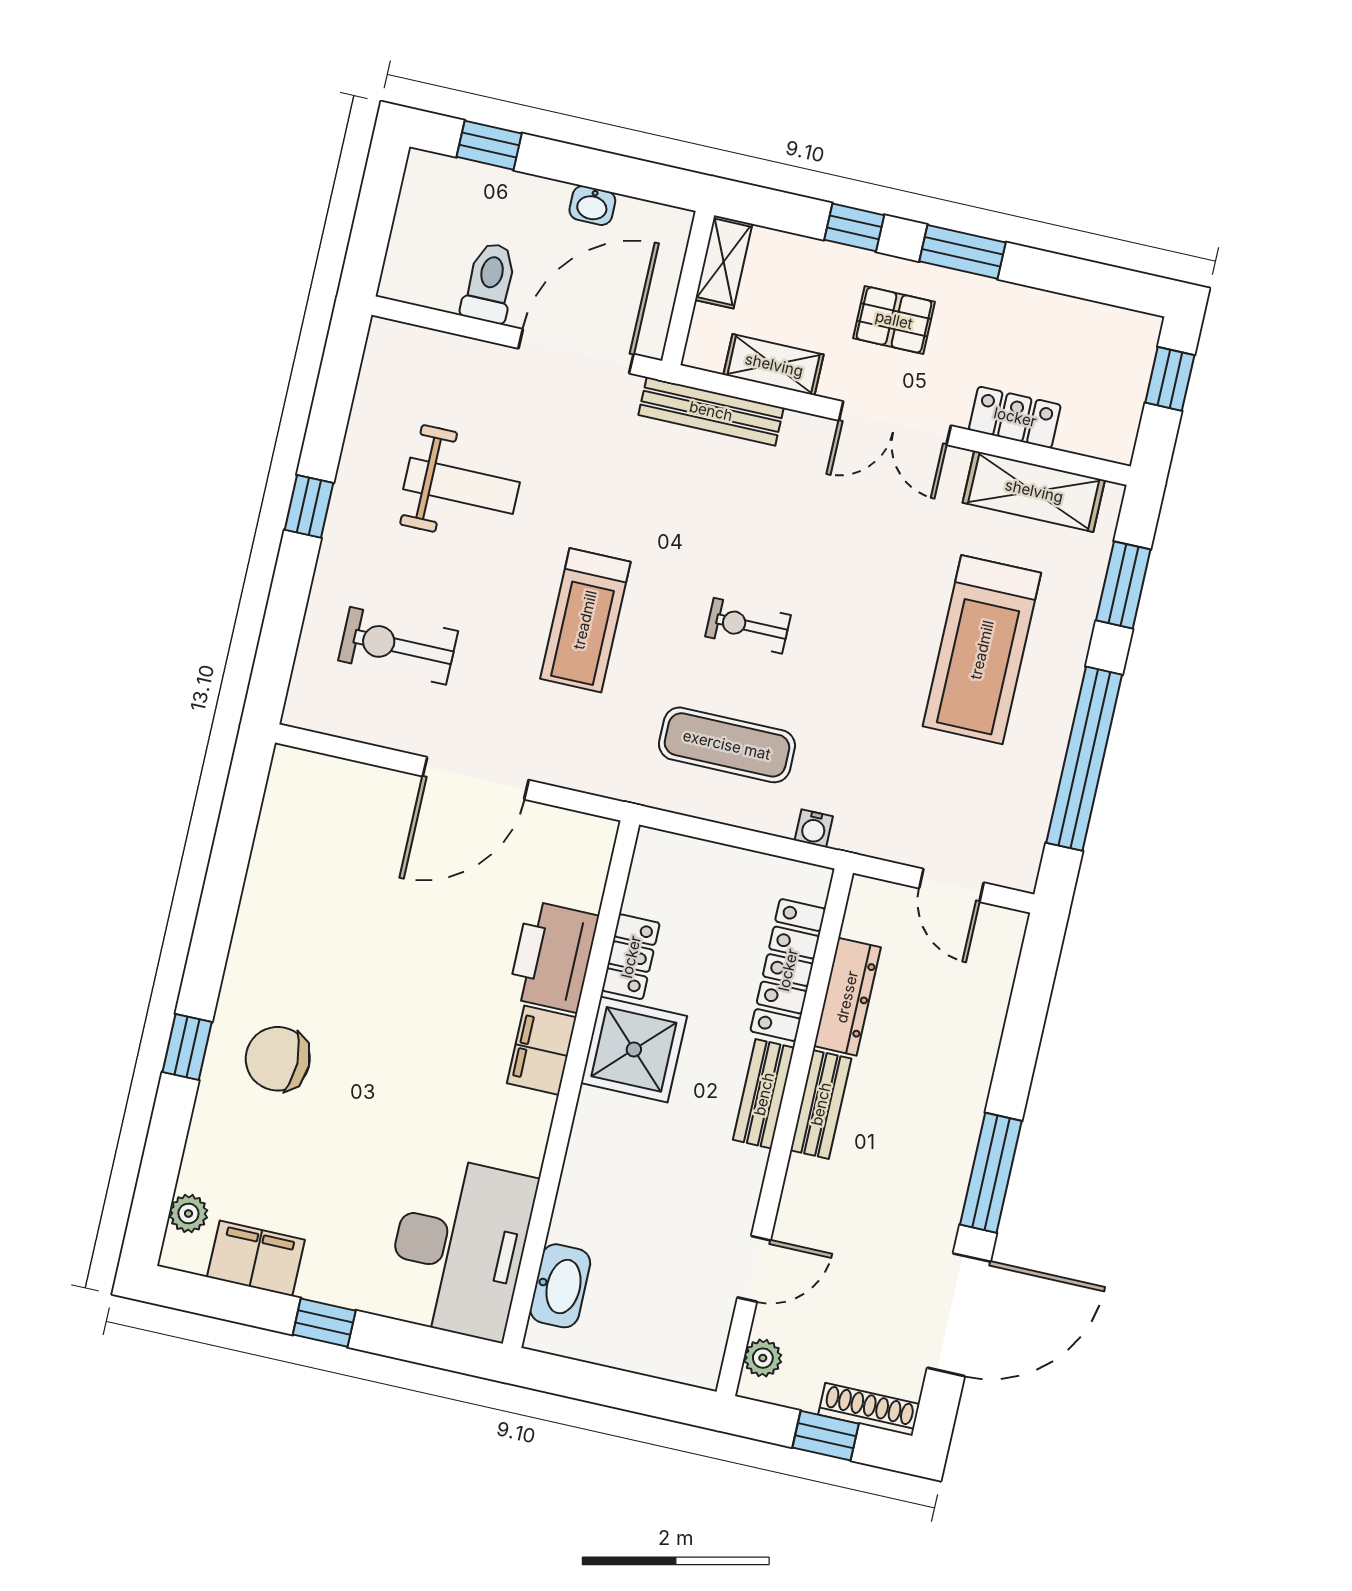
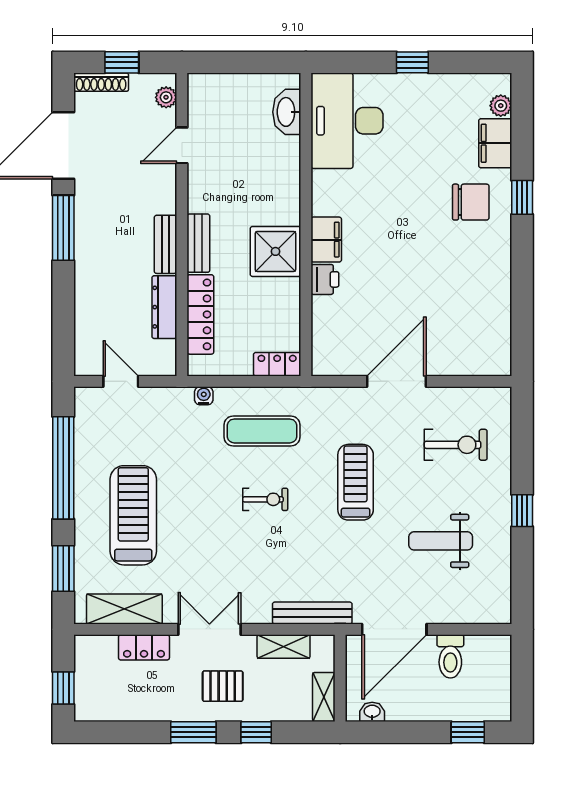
washbasin: (592, 205) -> (372, 712), moved
printer: (553, 957) -> (325, 279), width x0.53, depth x0.68
locker: (631, 957) -> (277, 364), moved, turned 90
filing cabinet: (256, 1258) -> (495, 143), moved, turned 90

